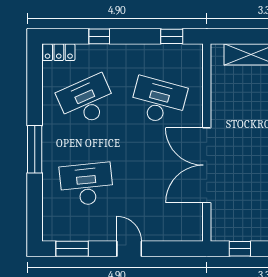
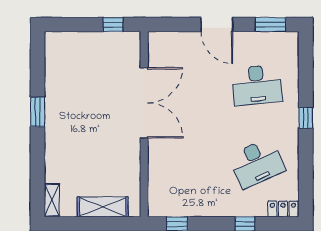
desk: (158, 101) -> (190, 163), removed
window: (35, 149) -> (306, 118), width x0.46
door: (129, 249) -> (217, 24), width x1.38

